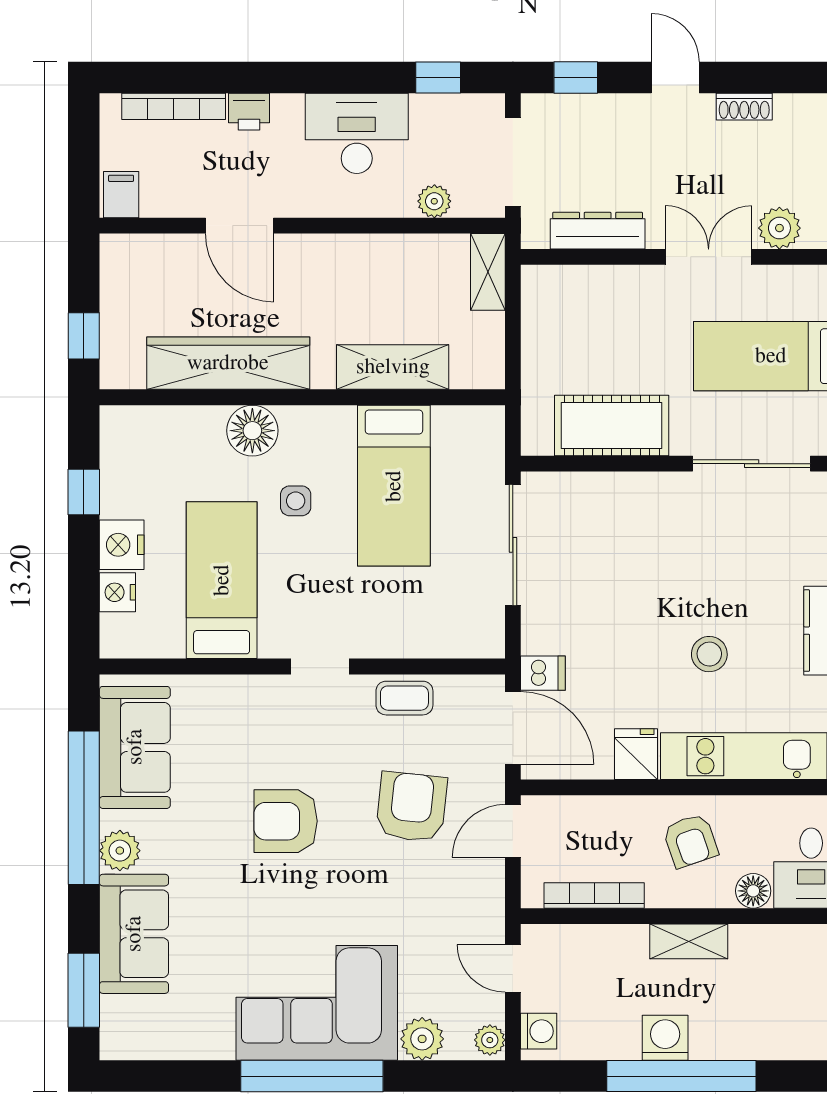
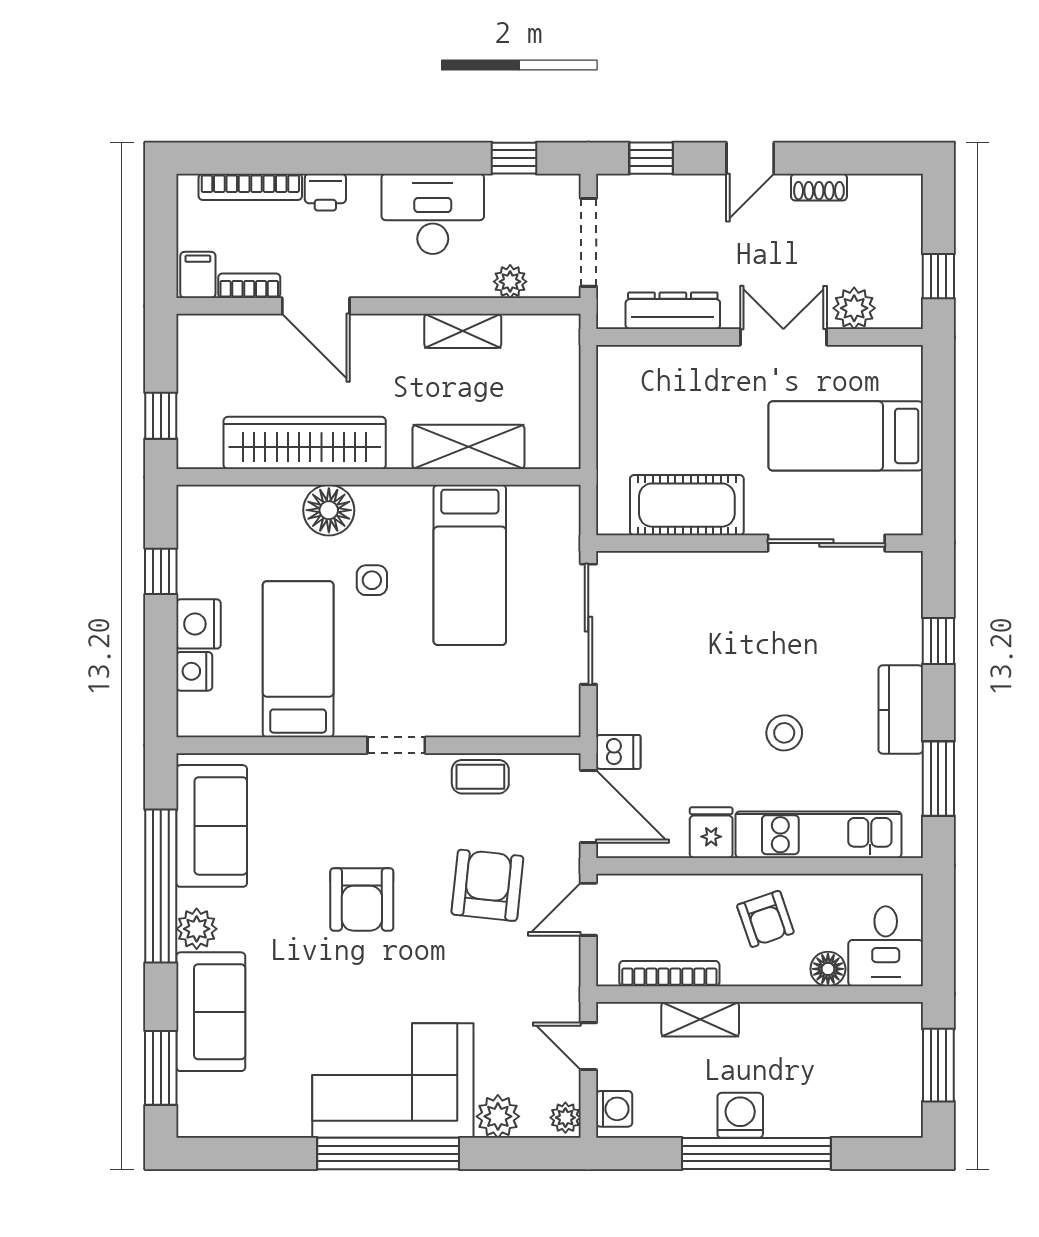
door: (675, 77) -> (750, 158), swing flipped
bookcase: (173, 205) -> (249, 286), added
shelving: (488, 272) -> (463, 331), moved, turned 90
armchair: (286, 821) -> (362, 899), turned -90
shelving: (689, 941) -> (700, 1019), moved

